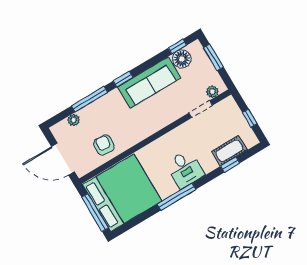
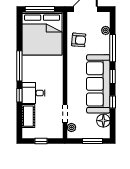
window: (177, 47) -> (113, 102), moved
sofa: (149, 82) -> (98, 84), width x1.36, depth x1.27
window: (230, 165) -> (19, 95), moved
desk: (185, 169) -> (33, 93), moved

